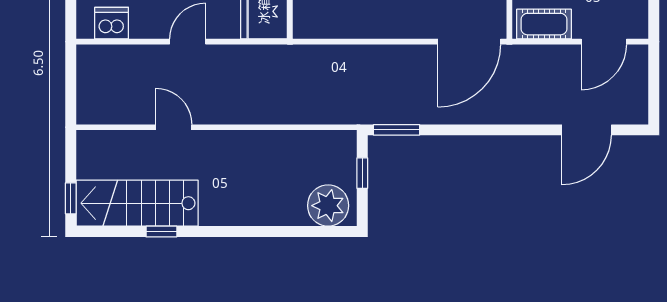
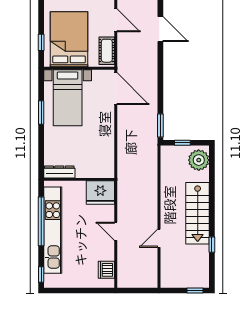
stairs: (137, 203) -> (198, 213), moved

